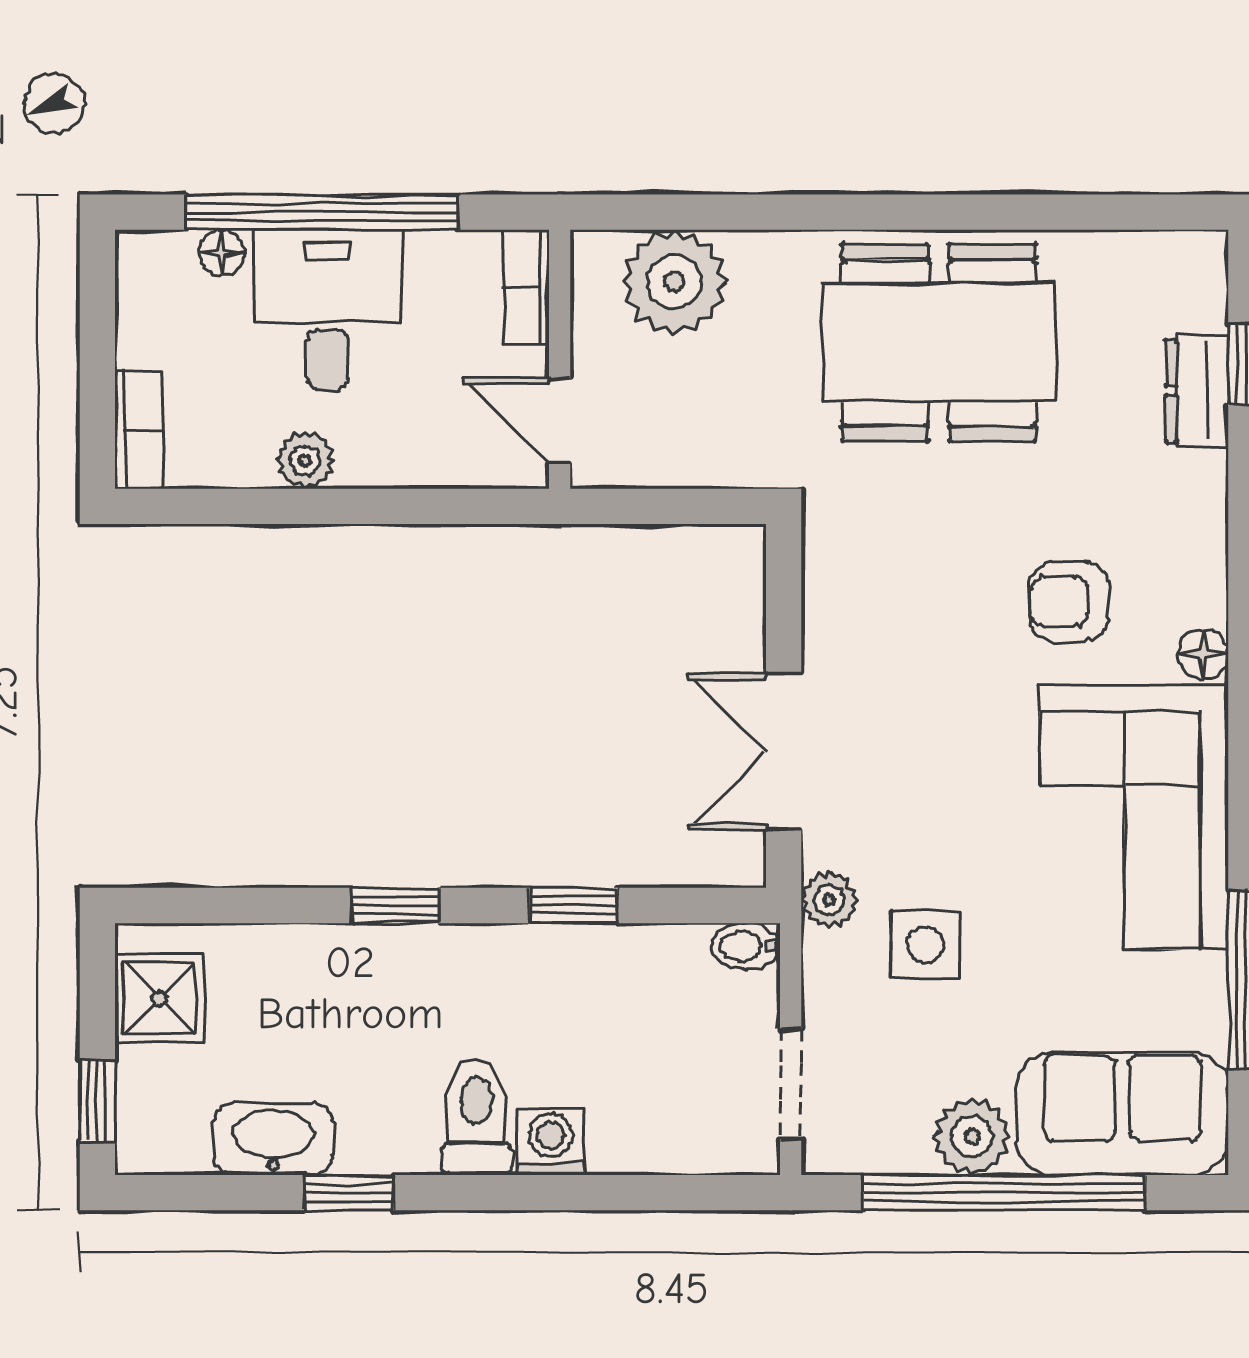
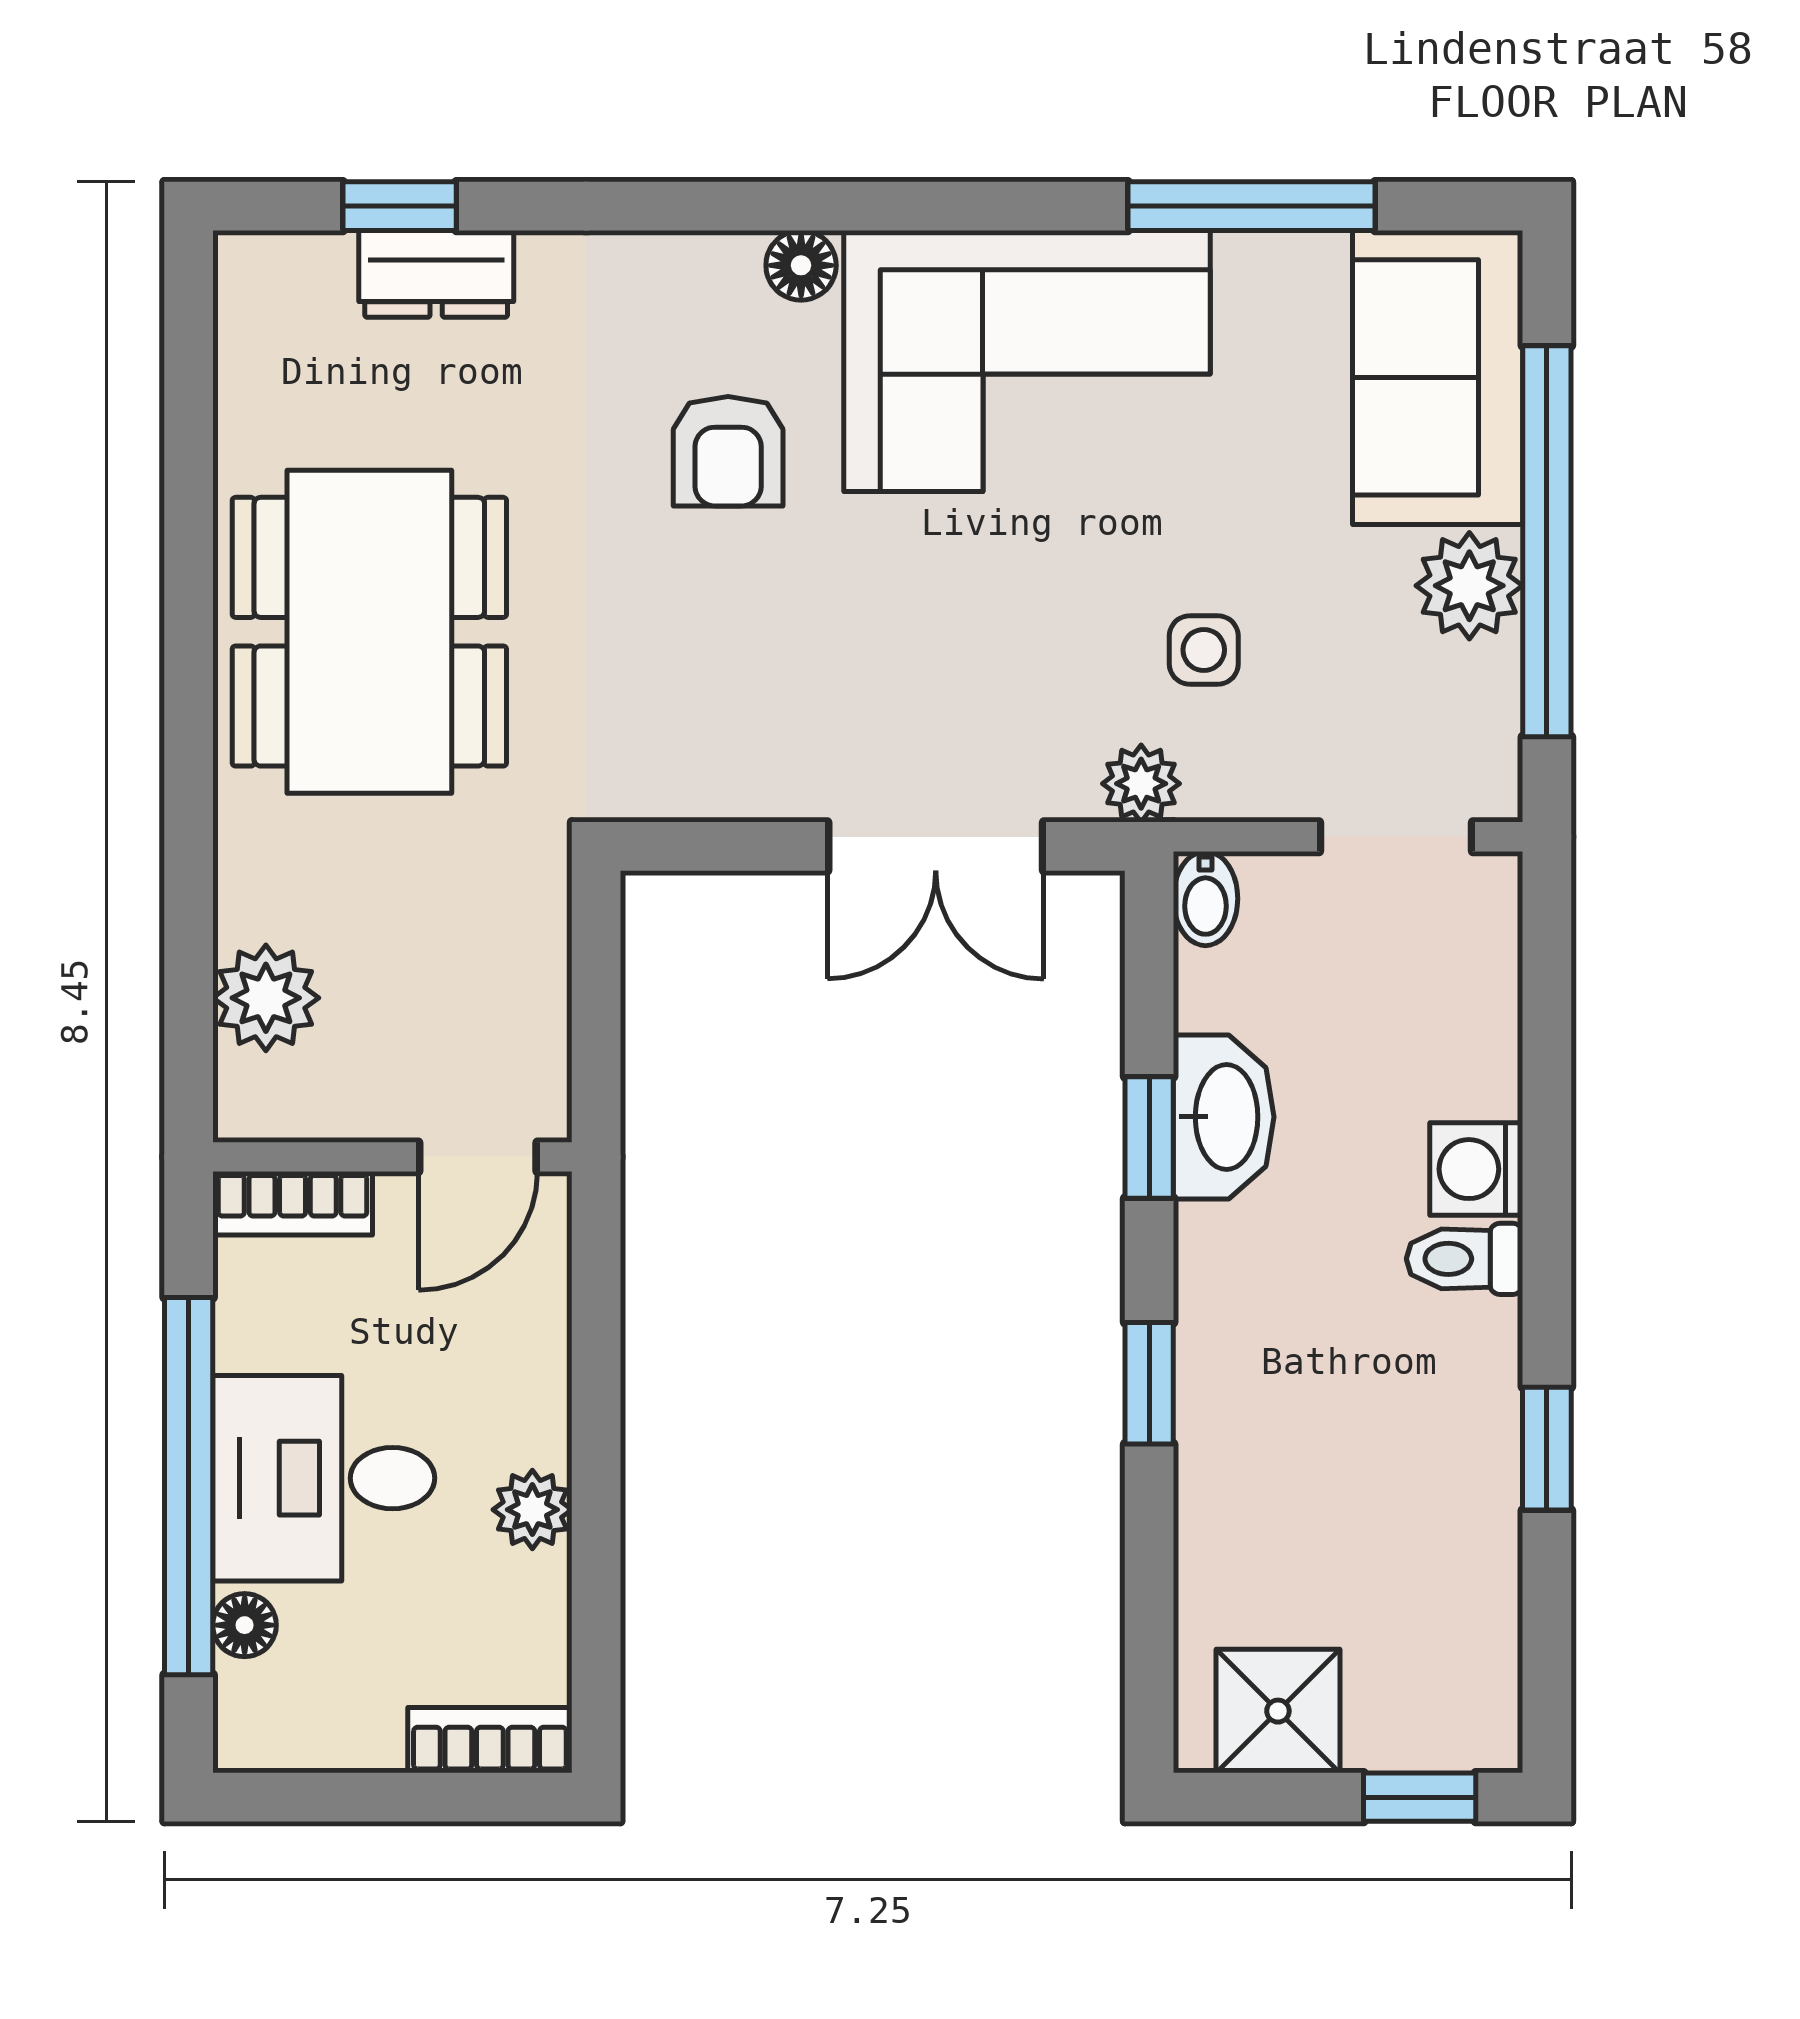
plant: (674, 282) -> (266, 998), width x0.73, depth x0.73
side table: (926, 945) -> (1204, 650), width x0.73, depth x0.73
toilet: (476, 1117) -> (1465, 1259), width x0.73, depth x0.72
washbasin: (273, 1139) -> (1224, 1117), moved, turned 180

